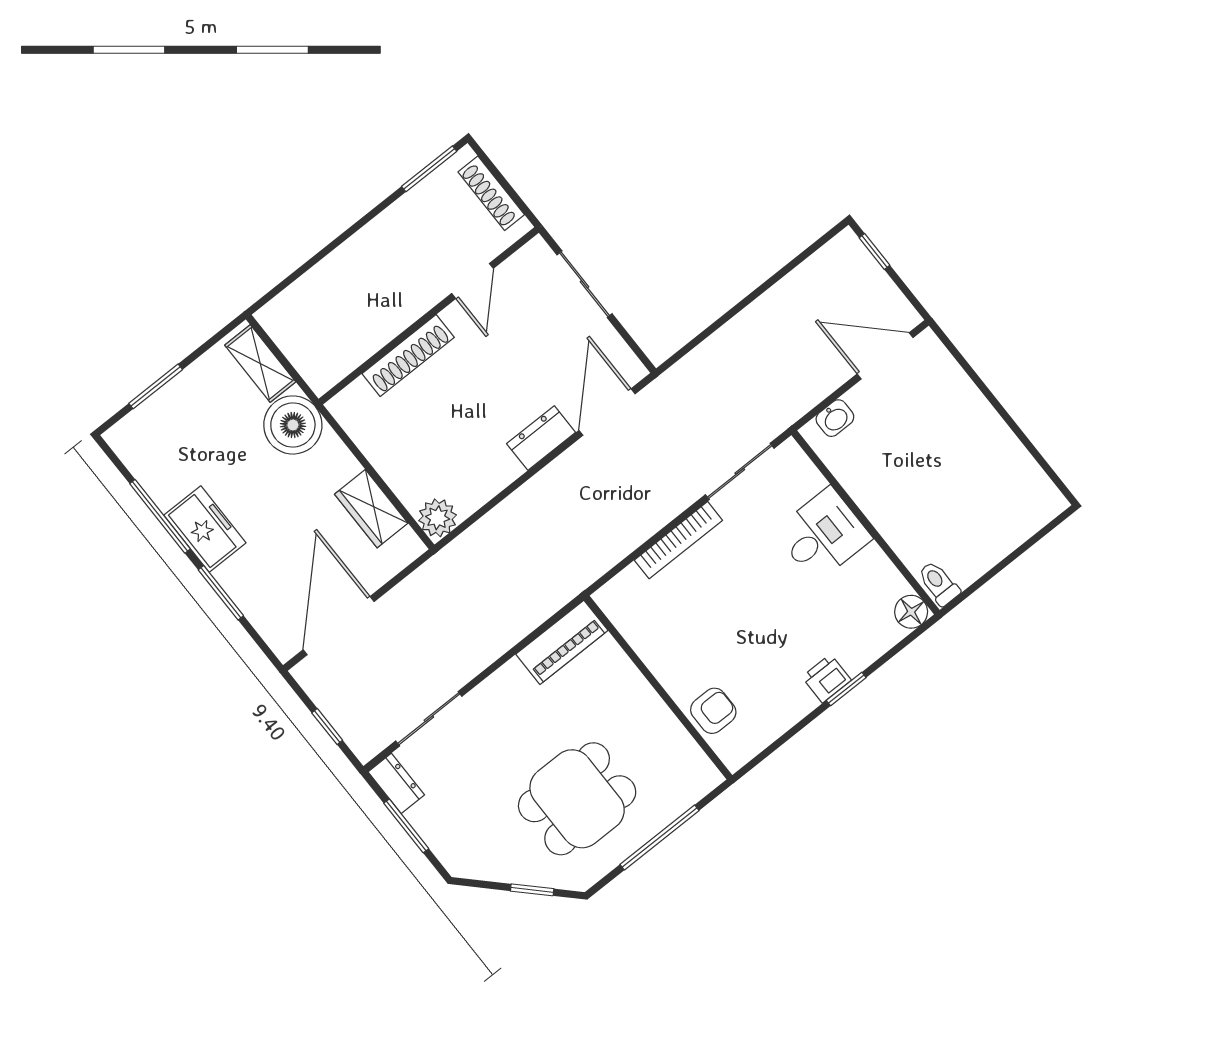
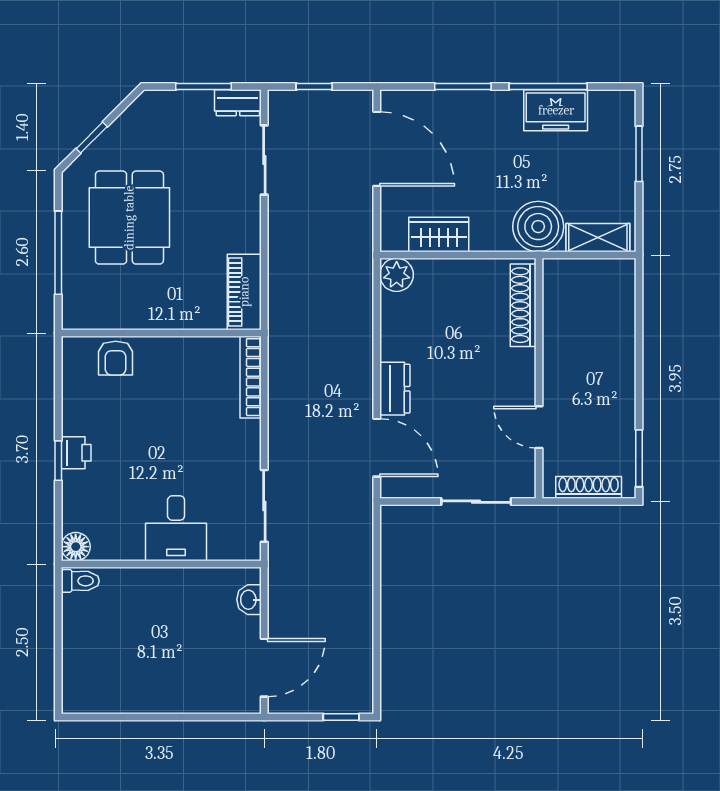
shoe rack: (408, 355) -> (523, 305), moved
freezer: (205, 529) -> (556, 110), moved
bookcase: (678, 540) -> (251, 377), moved

